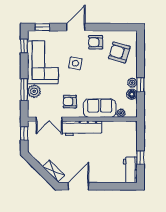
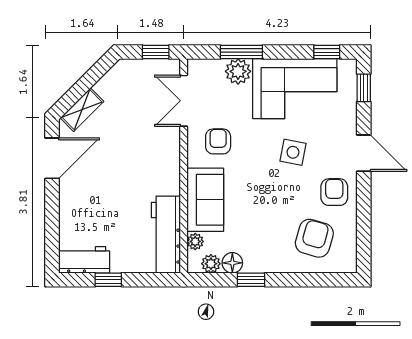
plant: (132, 83) -> (211, 264), moved
workbench: (82, 128) -> (166, 235), moved
door: (78, 186) -> (52, 158), hinge flipped

